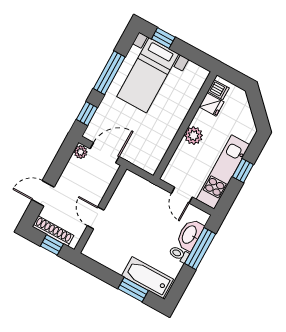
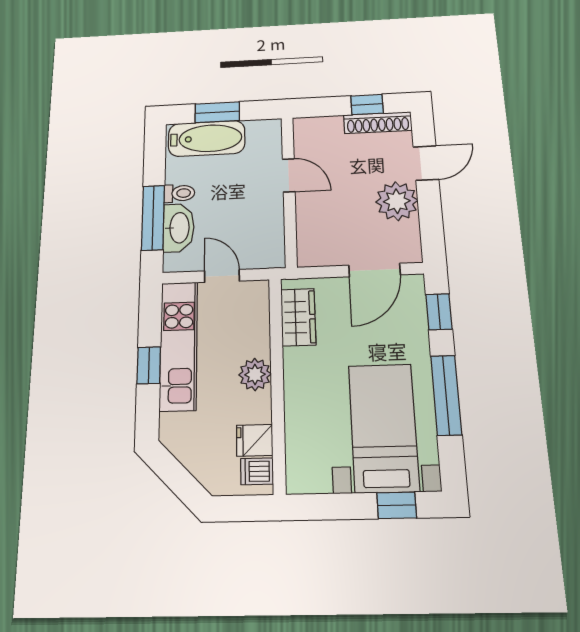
wardrobe: (156, 151) -> (298, 317), added
plant: (81, 152) -> (397, 201), moved, width x1.88, depth x1.88
wall: (100, 209) -> (289, 191), moved
door: (96, 218) -> (289, 175), moved

